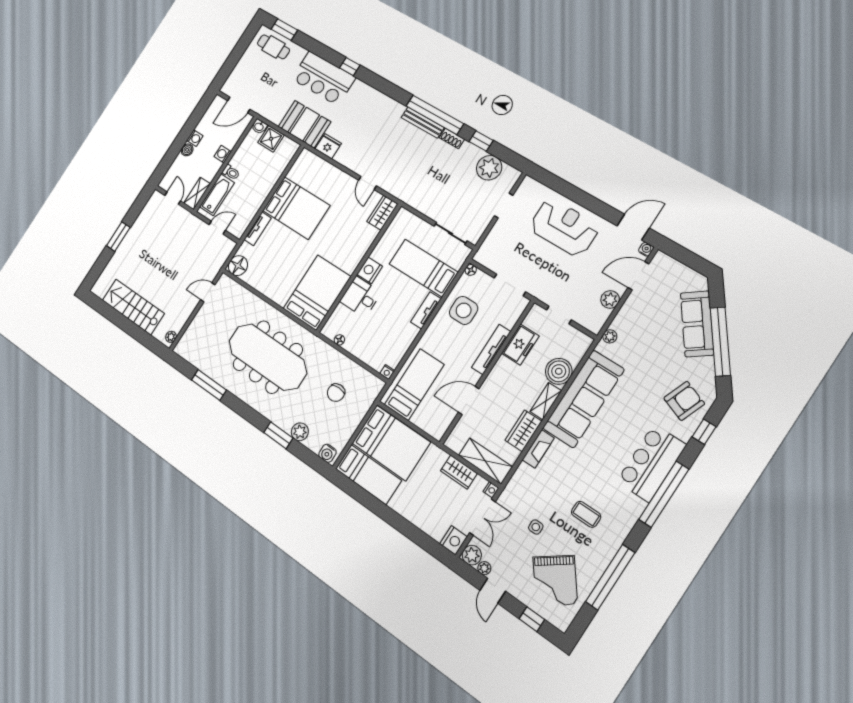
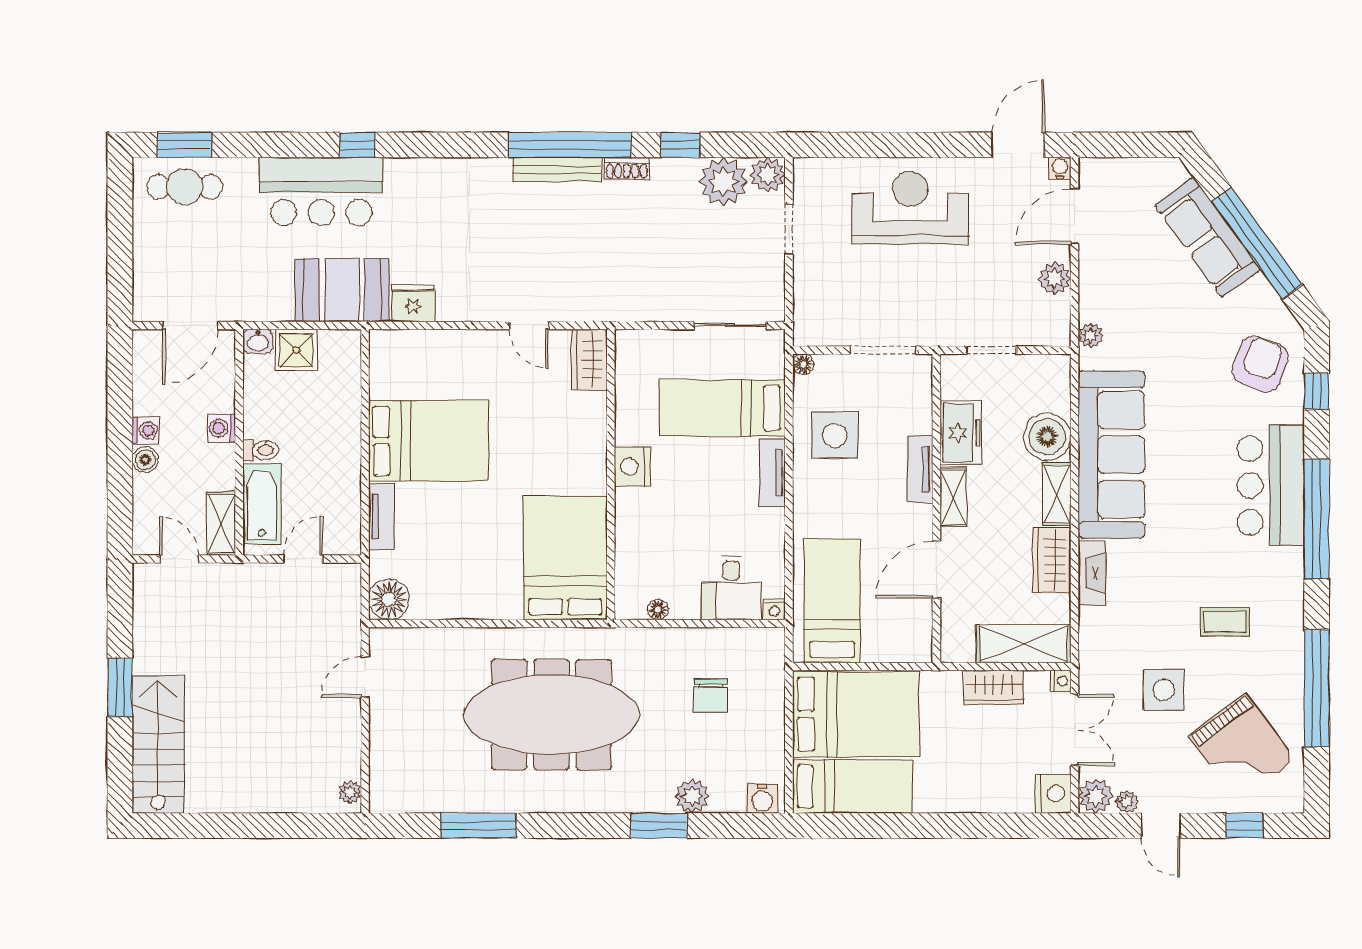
plant: (510, 176) -> (768, 175), added
desk: (361, 297) -> (731, 588), moved, turned -90
stairs: (133, 307) -> (158, 744), moved, turned 90
tv unit: (491, 350) -> (920, 469), width x0.71
shelving: (498, 372) -> (953, 497), added
side table: (536, 527) -> (1164, 690), width x1.87, depth x1.87

